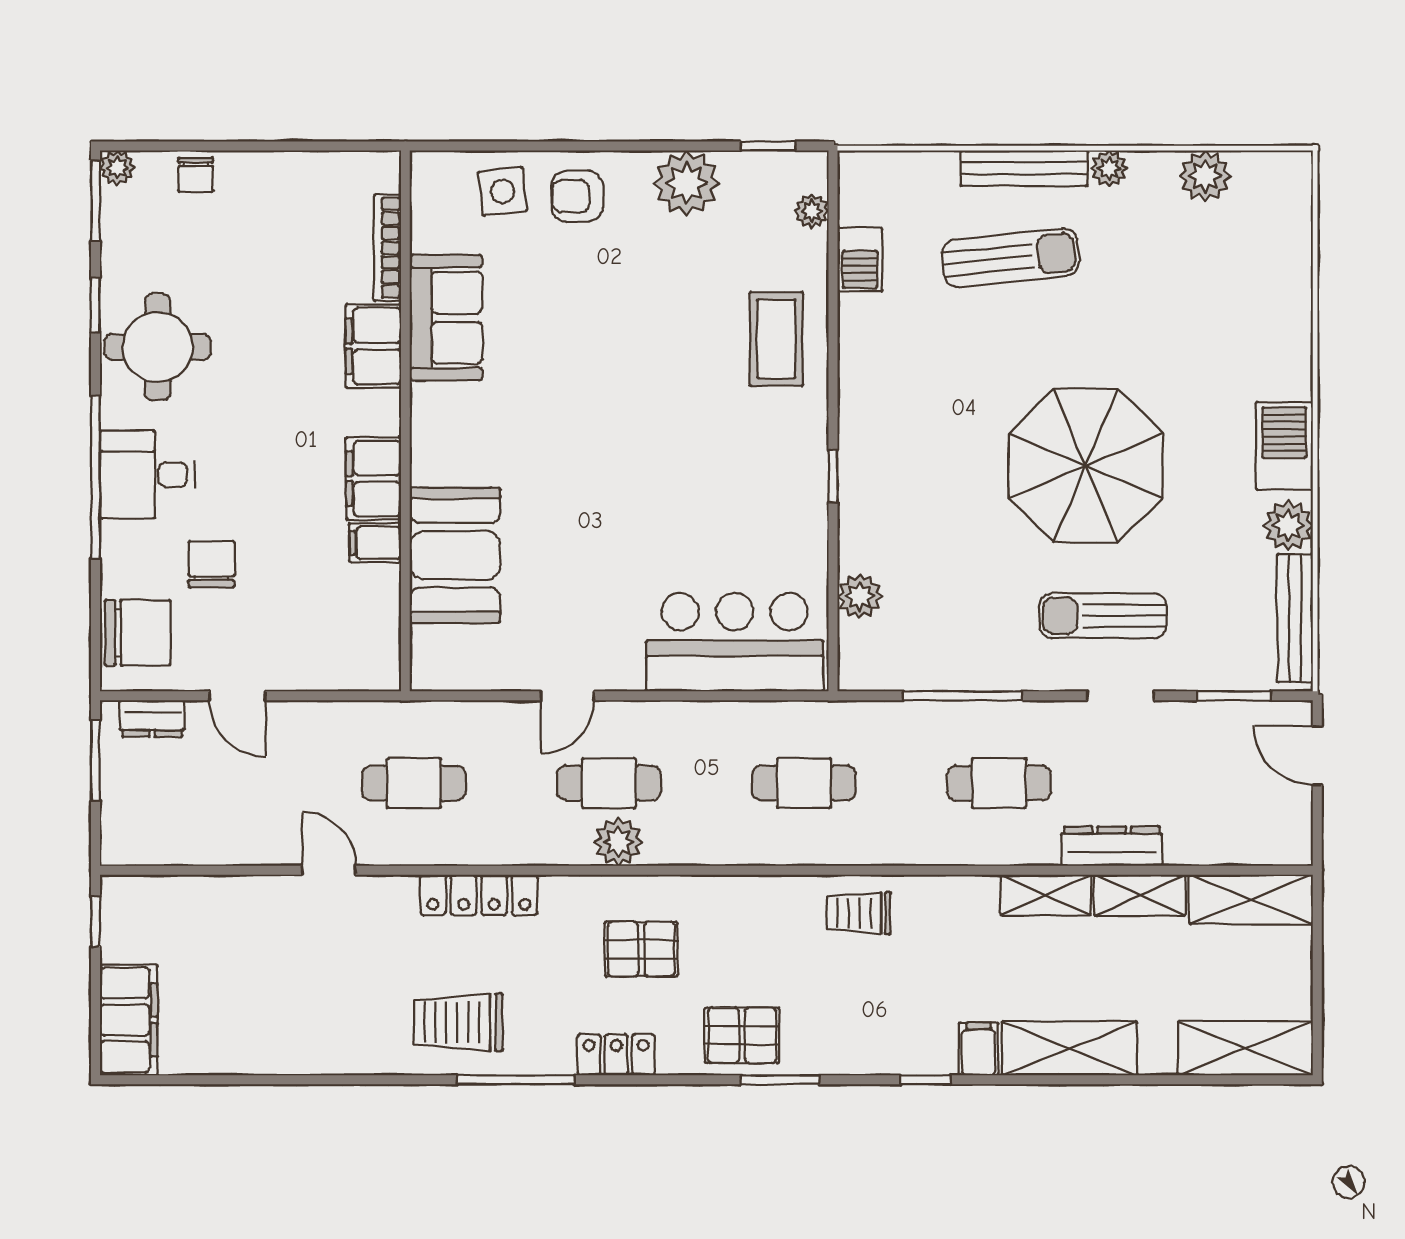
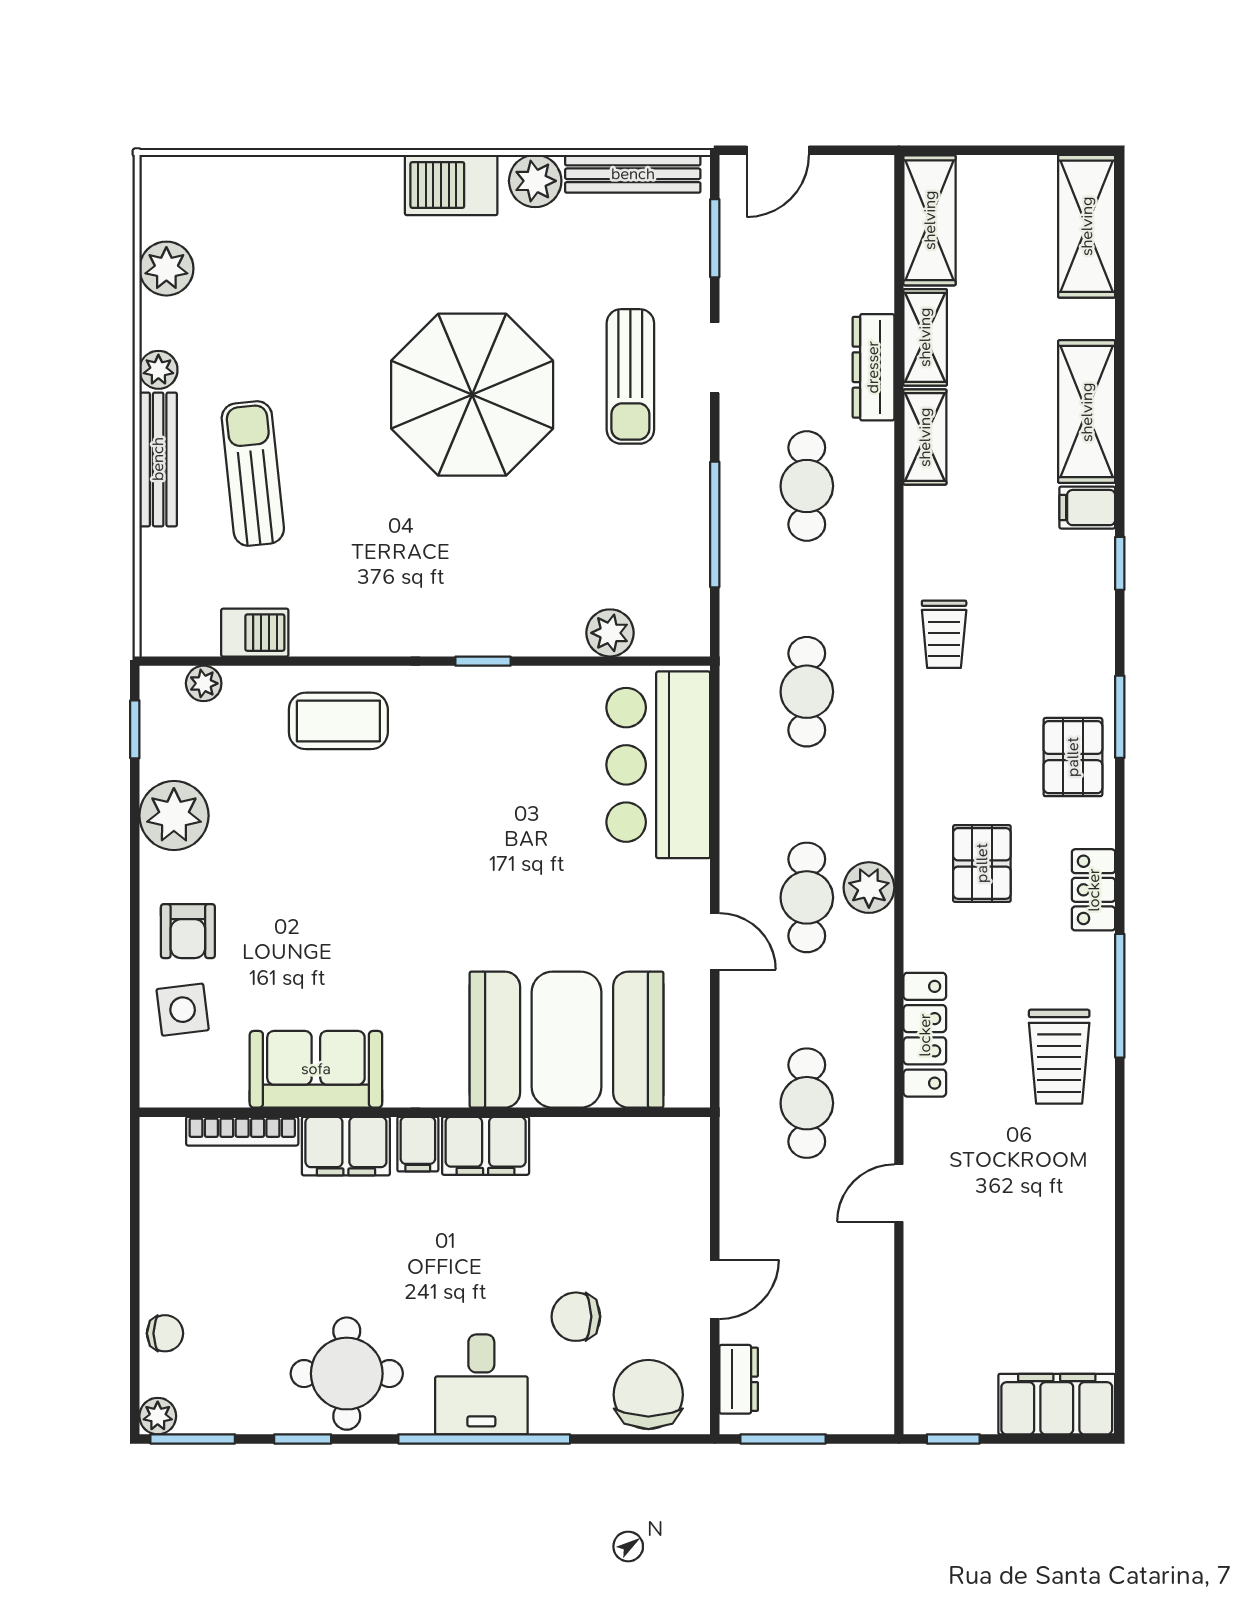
filing cabinet: (375, 543) -> (418, 1144), moved
booth: (455, 555) -> (567, 1040), width x1.36, depth x1.42

